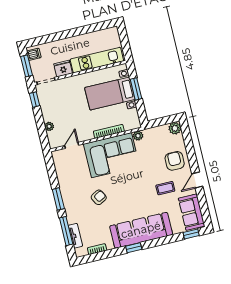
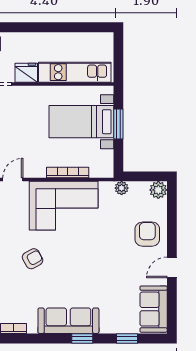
plant: (138, 136) -> (122, 188), moved
coffee table: (165, 188) -> (126, 268), removed
sofa: (141, 230) -> (68, 321), width x0.74, depth x0.79
window: (191, 234) -> (127, 338), moved
window: (134, 248) -> (82, 338), moved

